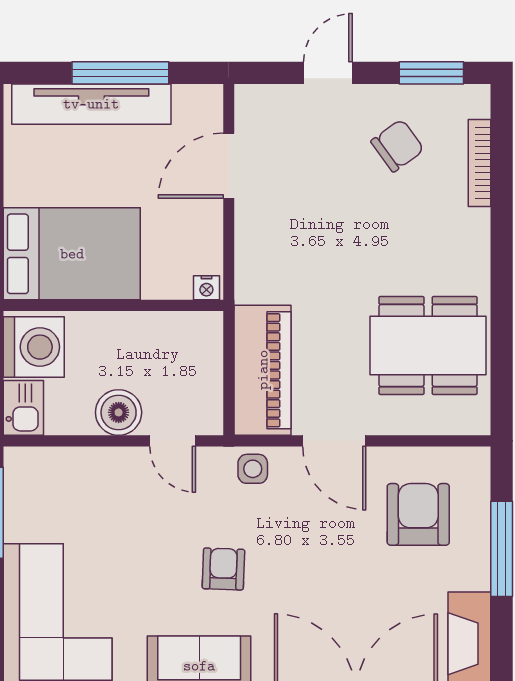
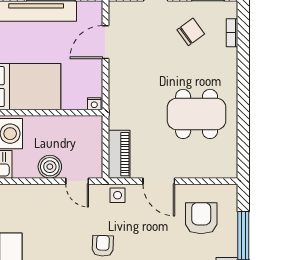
bookcase: (479, 163) -> (232, 33), width x0.64
dining table: (428, 345) -> (197, 114), moved
piano: (263, 370) -> (119, 154), width x0.73, depth x0.75

